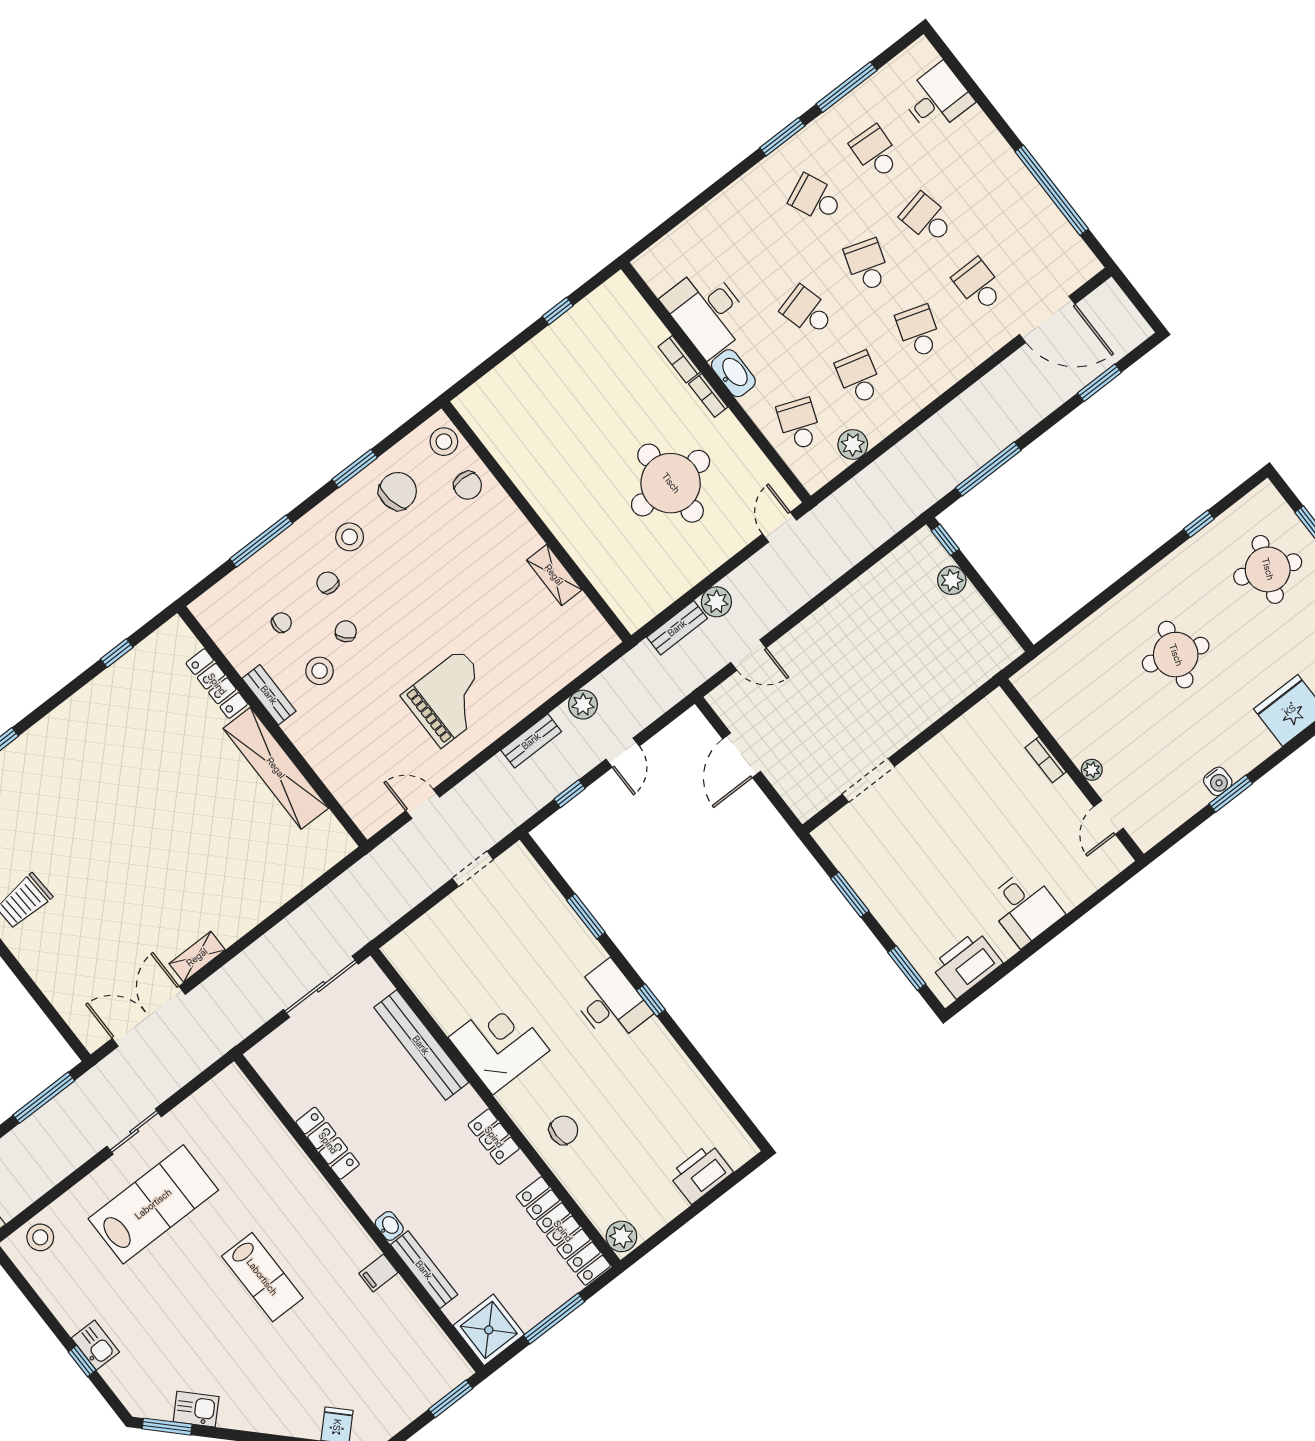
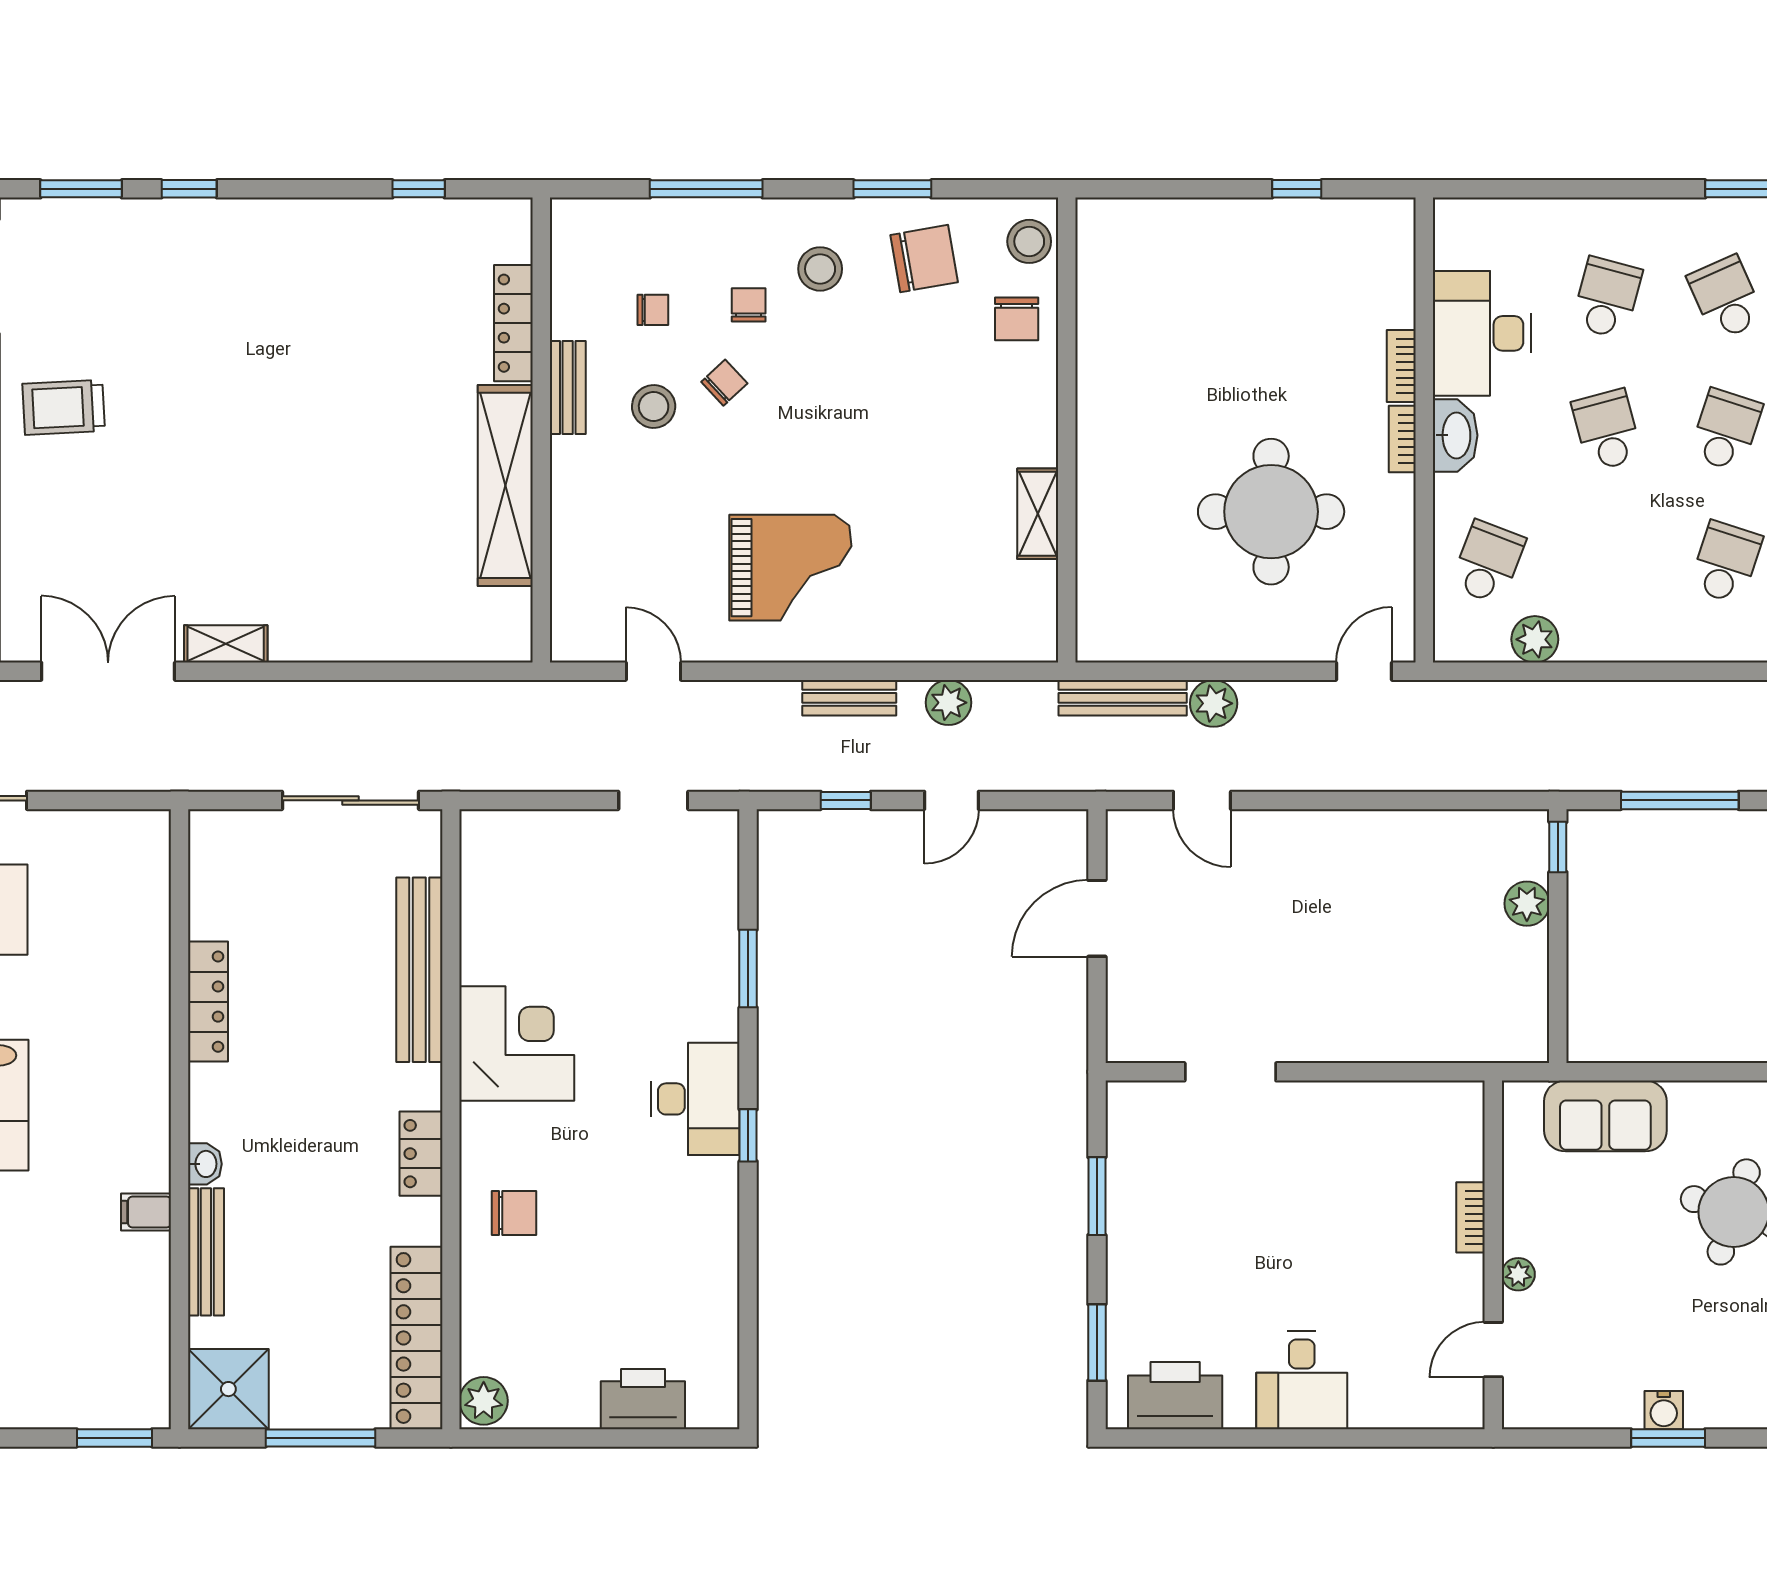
school desk: (859, 378) -> (1607, 298), moved
bench: (677, 628) -> (1123, 698), width x1.36
sofa: (1074, 656) -> (1605, 1116), added

